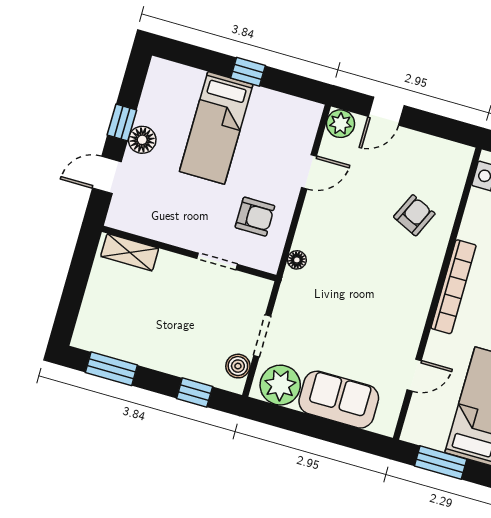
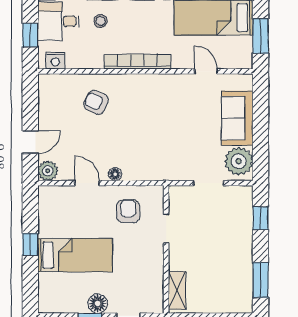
door: (386, 111) -> (30, 142), hinge flipped
floor lamp: (297, 260) -> (115, 174), moved
boiler: (238, 366) -> (234, 194), removed

